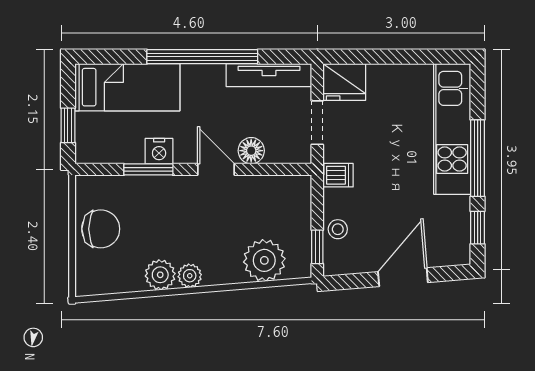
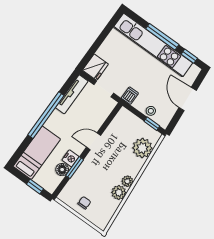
kitchen unit: (452, 129) -> (153, 45), width x1.36
floor lamp: (251, 151) -> (62, 170), moved
chair: (101, 229) -> (84, 203), width x0.54, depth x0.54

